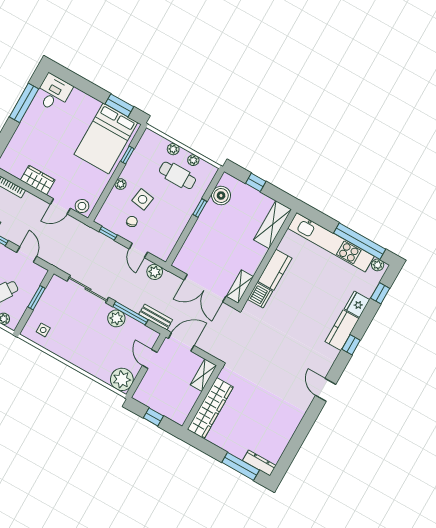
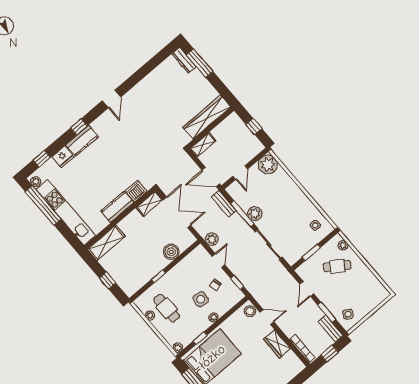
plant: (173, 149) -> (178, 348), moved
boiler: (221, 196) -> (171, 252), moved

